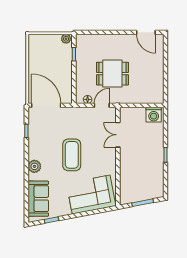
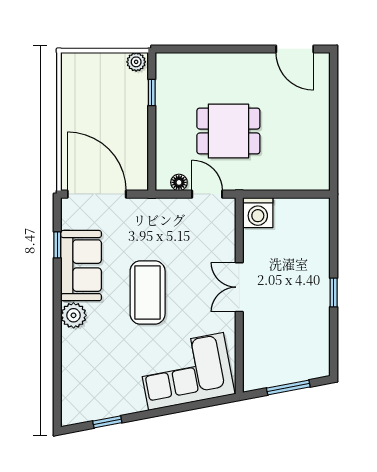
door: (102, 105) -> (207, 194), hinge flipped
washing machine: (154, 115) -> (258, 213), moved
double door: (118, 135) -> (239, 287), moved
sofa: (38, 199) -> (81, 266), moved

